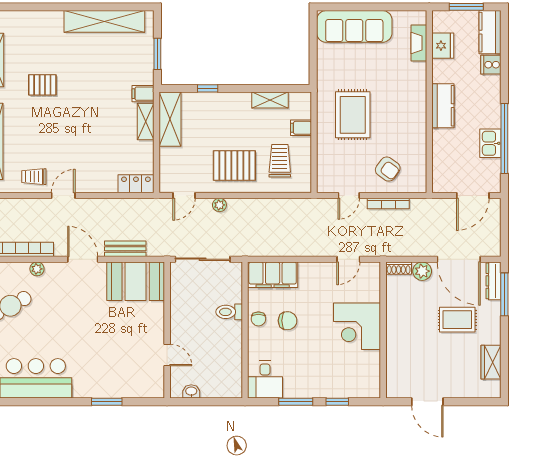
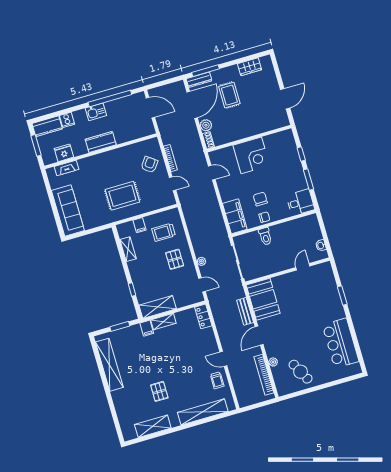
kitchen sink: (490, 143) -> (96, 112), moved
pallet: (234, 166) -> (175, 259), width x0.67, depth x0.71

